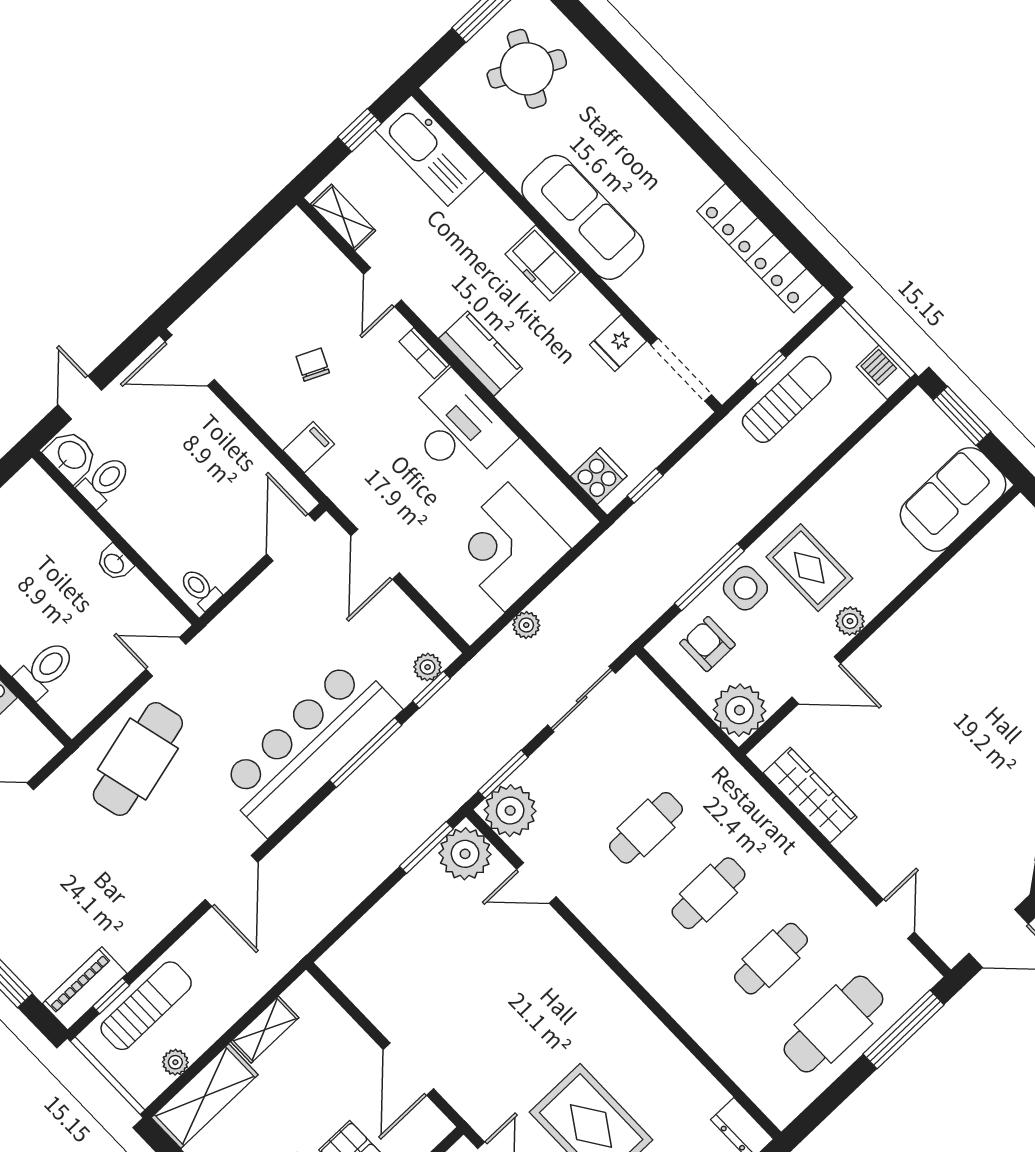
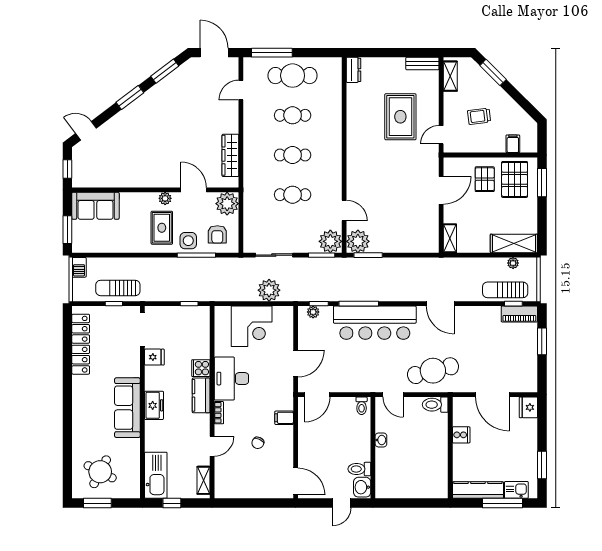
cooker: (599, 476) -> (201, 368), moved
plant: (526, 625) -> (269, 290), width x1.88, depth x1.88
toilet: (45, 669) -> (435, 405), moved
door: (231, 881) -> (440, 304), swing flipped
shelving: (265, 1030) -> (450, 238), moved, turned 90

